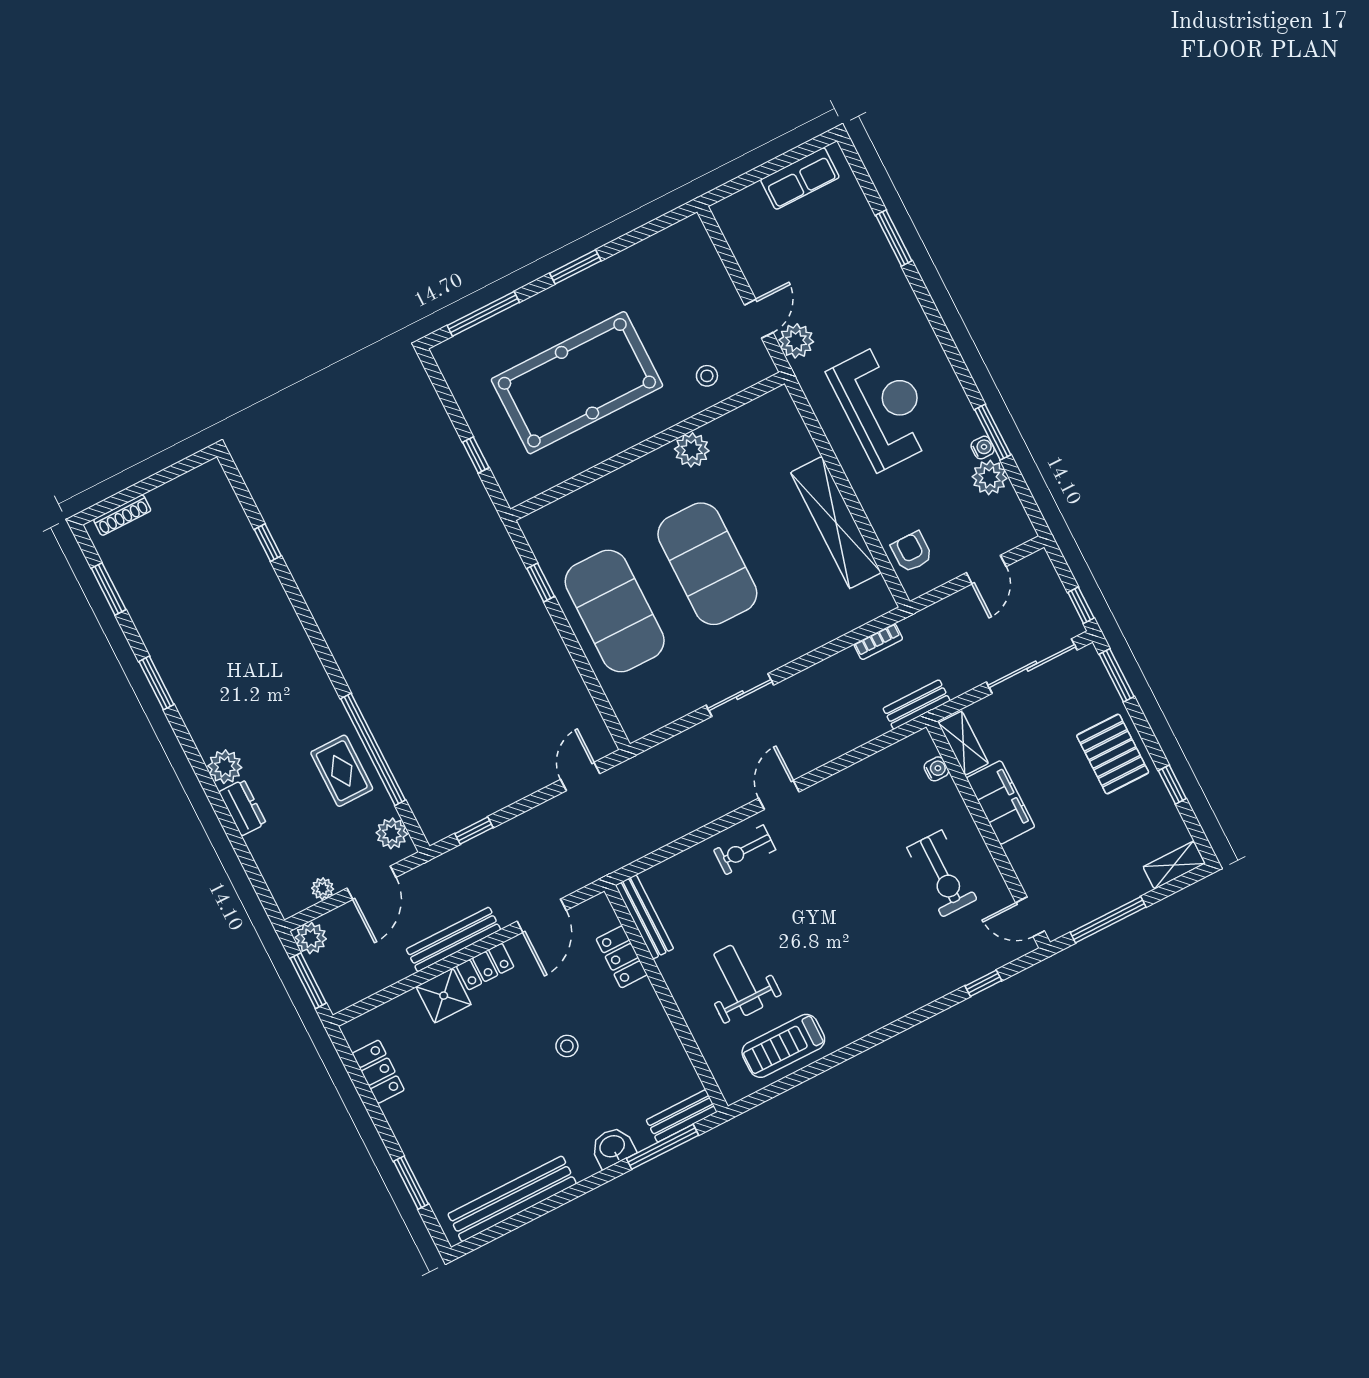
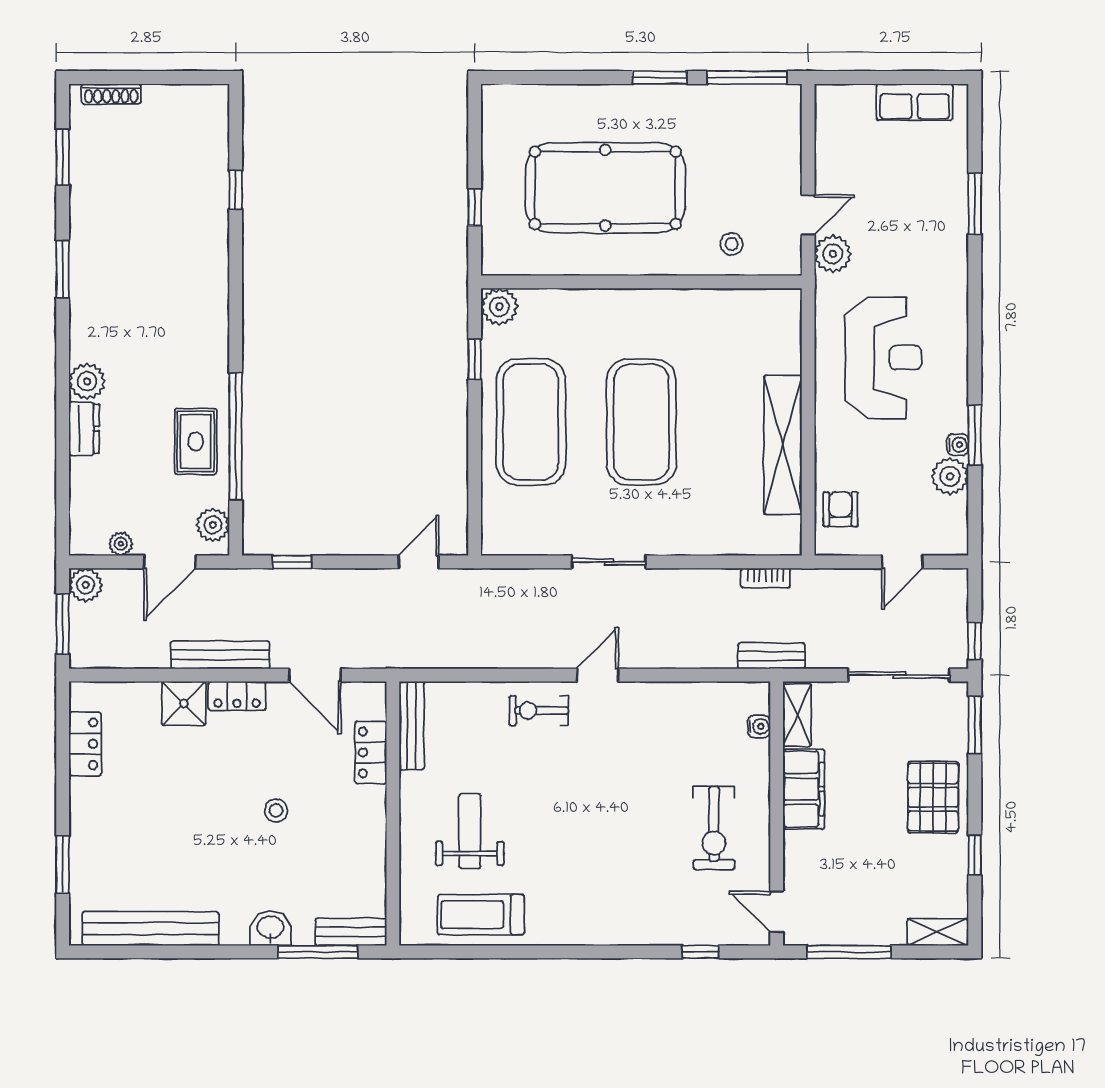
window: (483, 314) -> (747, 78), moved
plant: (692, 450) -> (499, 307), moved
door: (542, 916) -> (315, 675), hinge flipped

